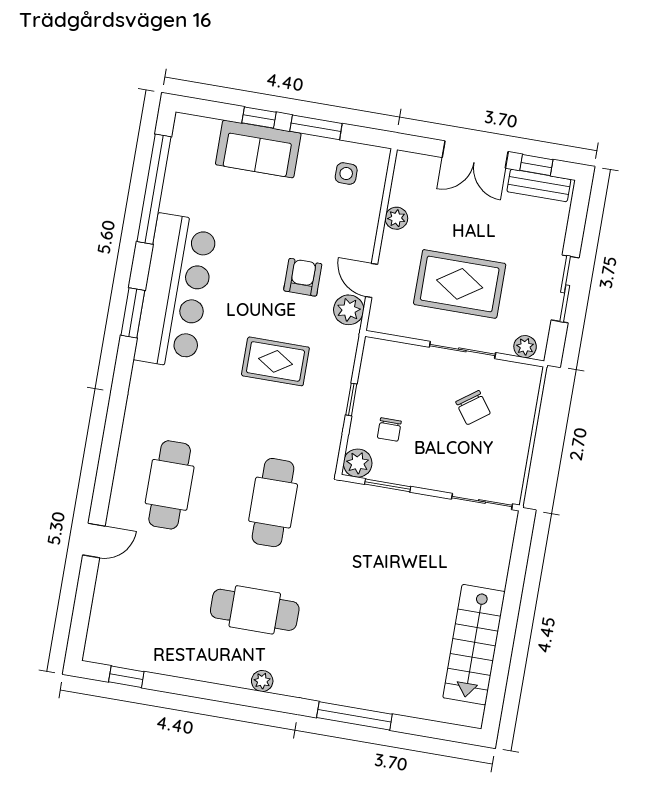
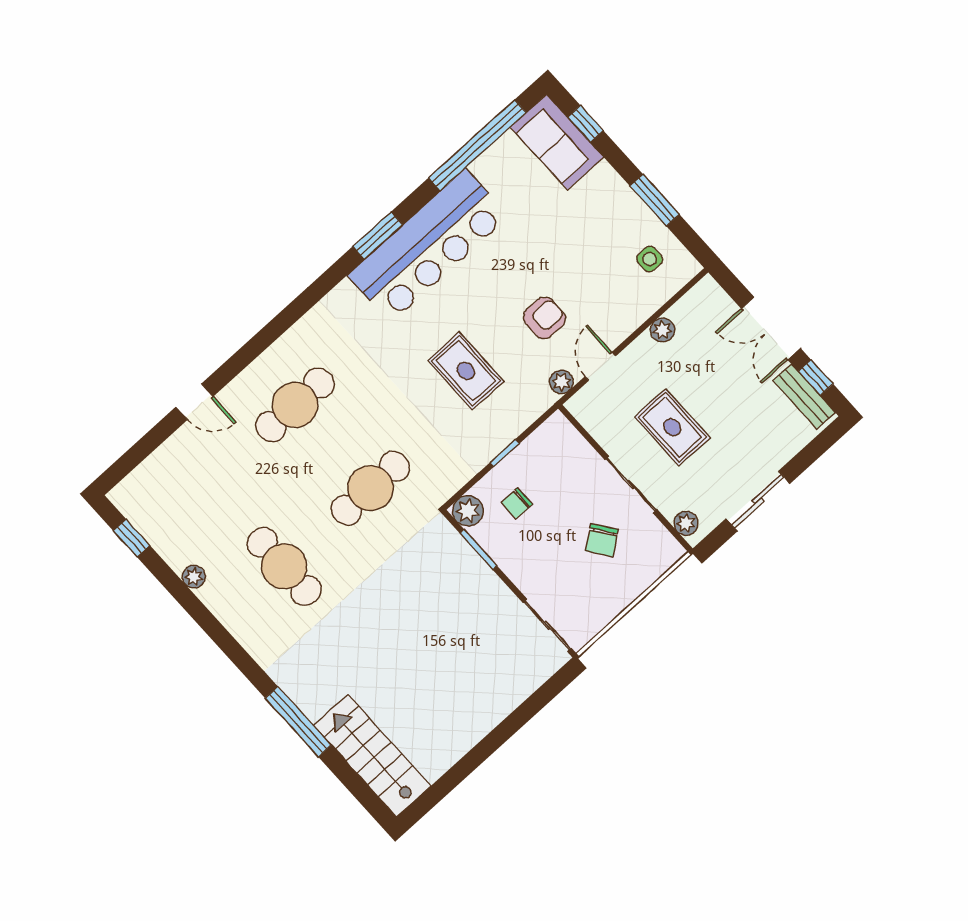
window: (259, 118) -> (585, 124), moved
sofa: (258, 149) -> (557, 142), moved
rug: (460, 284) -> (672, 427), width x0.73, depth x0.70
plant: (349, 310) -> (561, 382), width x0.73, depth x0.73
stairs: (474, 645) -> (372, 756), moved, turned 90
plant: (262, 681) -> (194, 577), moved

